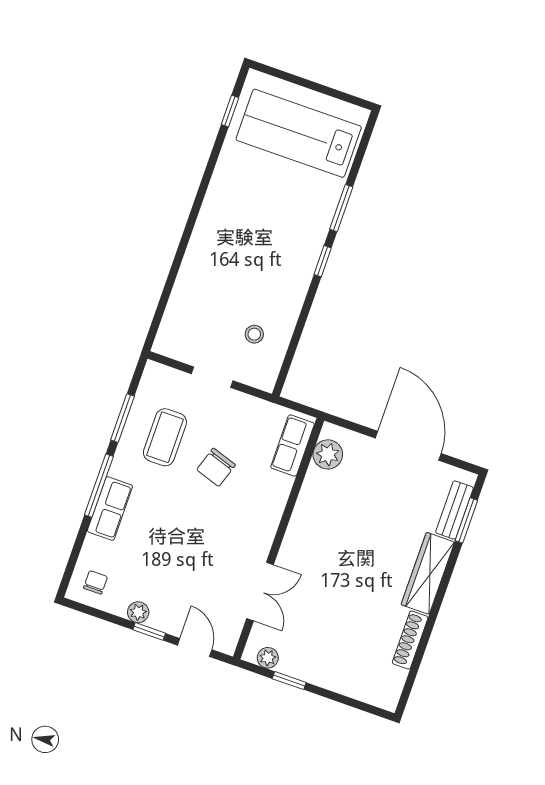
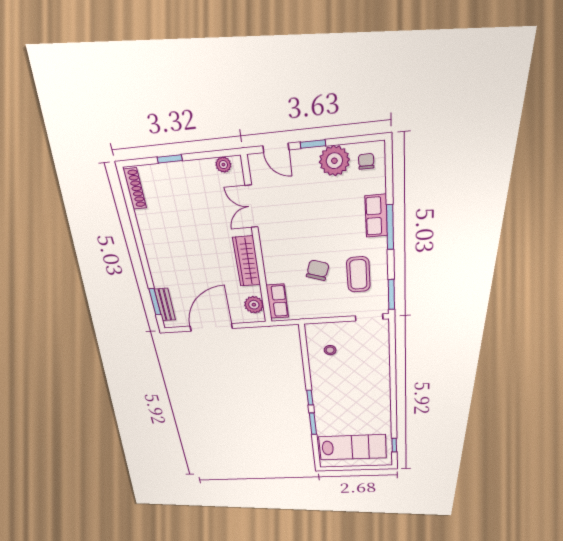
doorway: (212, 377) -> (369, 317), moved
window: (122, 418) -> (391, 295), moved
door: (408, 446) -> (211, 327), swing flipped
wardrobe: (428, 573) -> (247, 261), moved, turned 180
chair: (95, 582) -> (366, 161), turned 180
plant: (138, 612) -> (334, 161), width x1.87, depth x1.87
shoe rack: (410, 640) -> (135, 189), moved
window: (289, 681) -> (170, 159), moved

